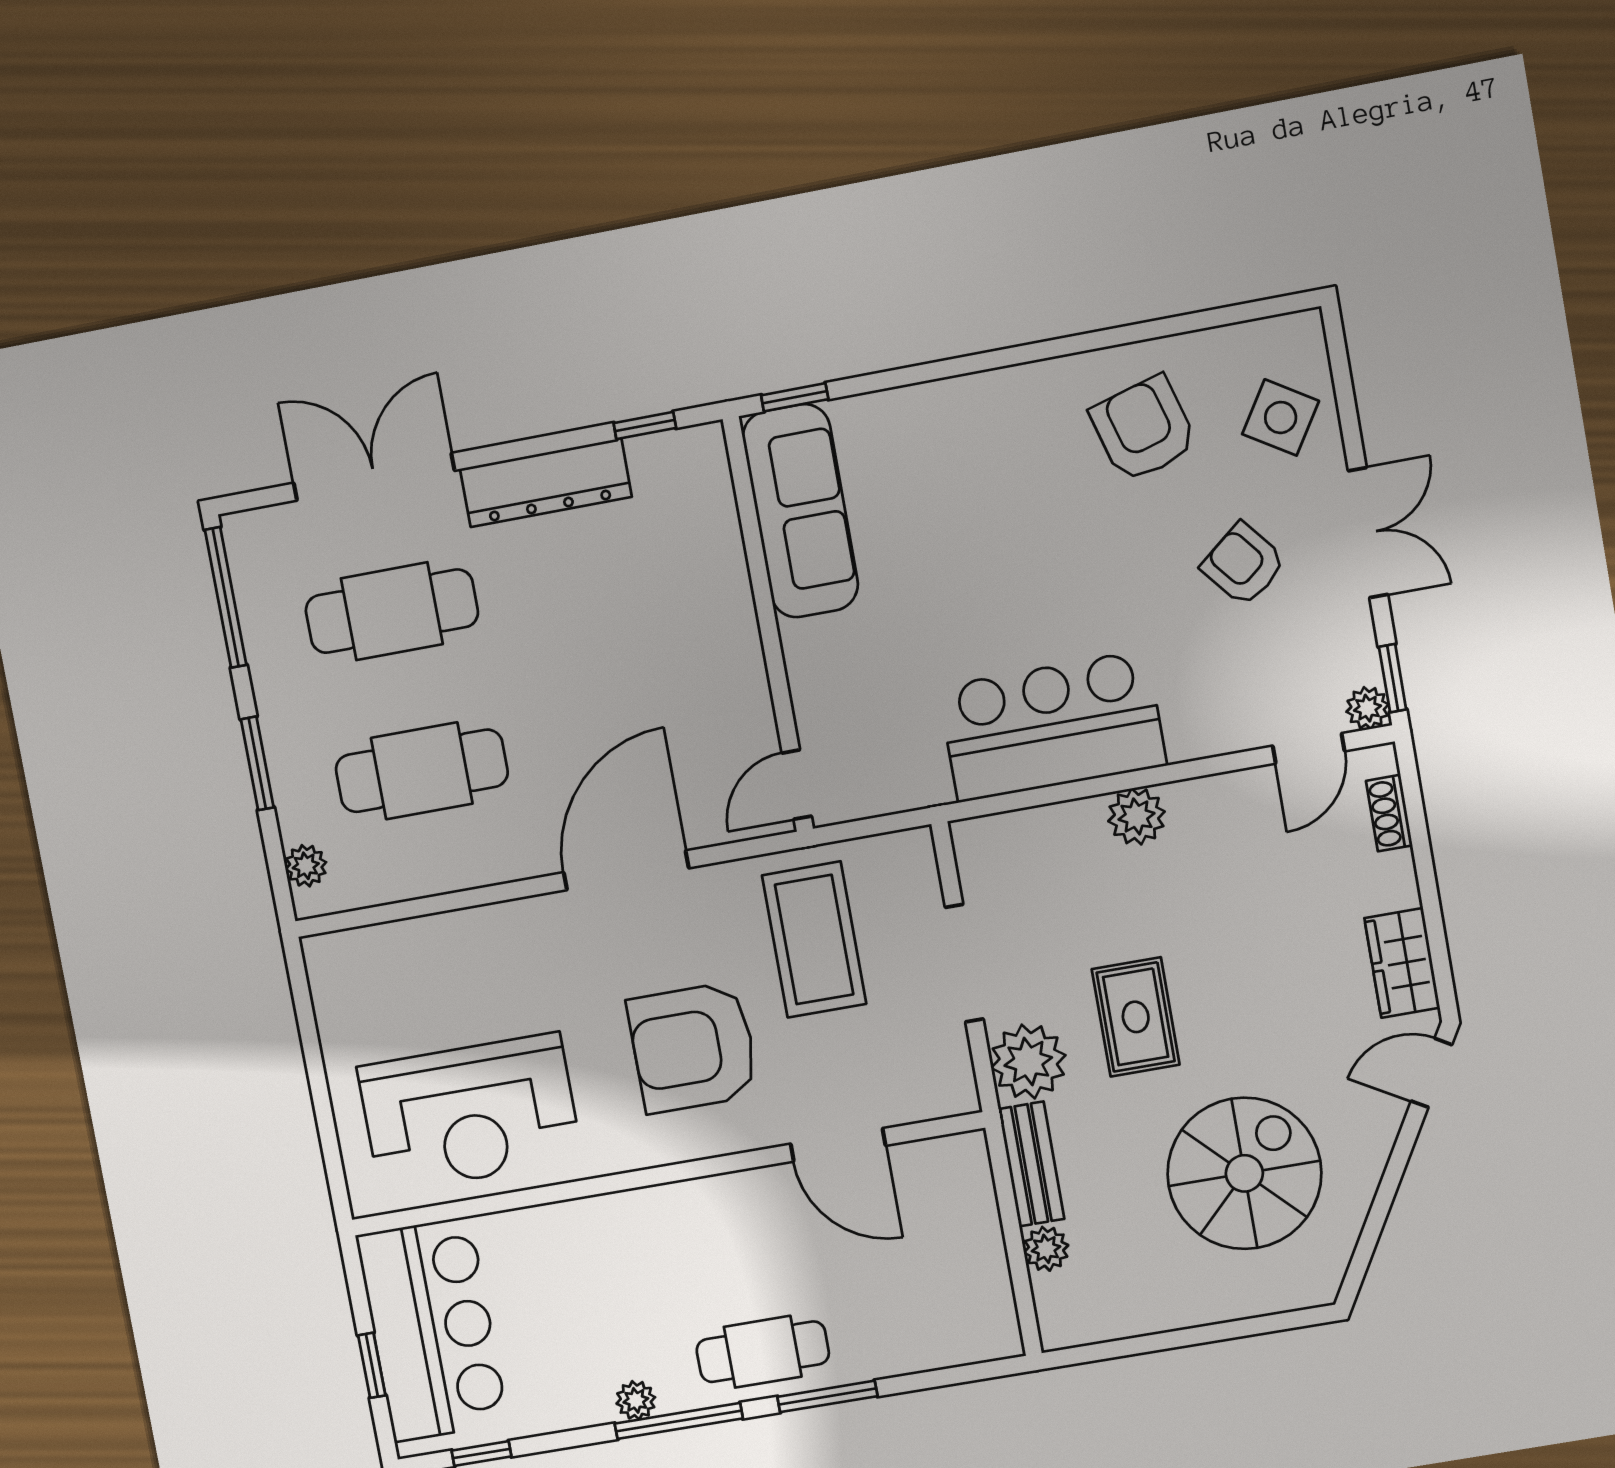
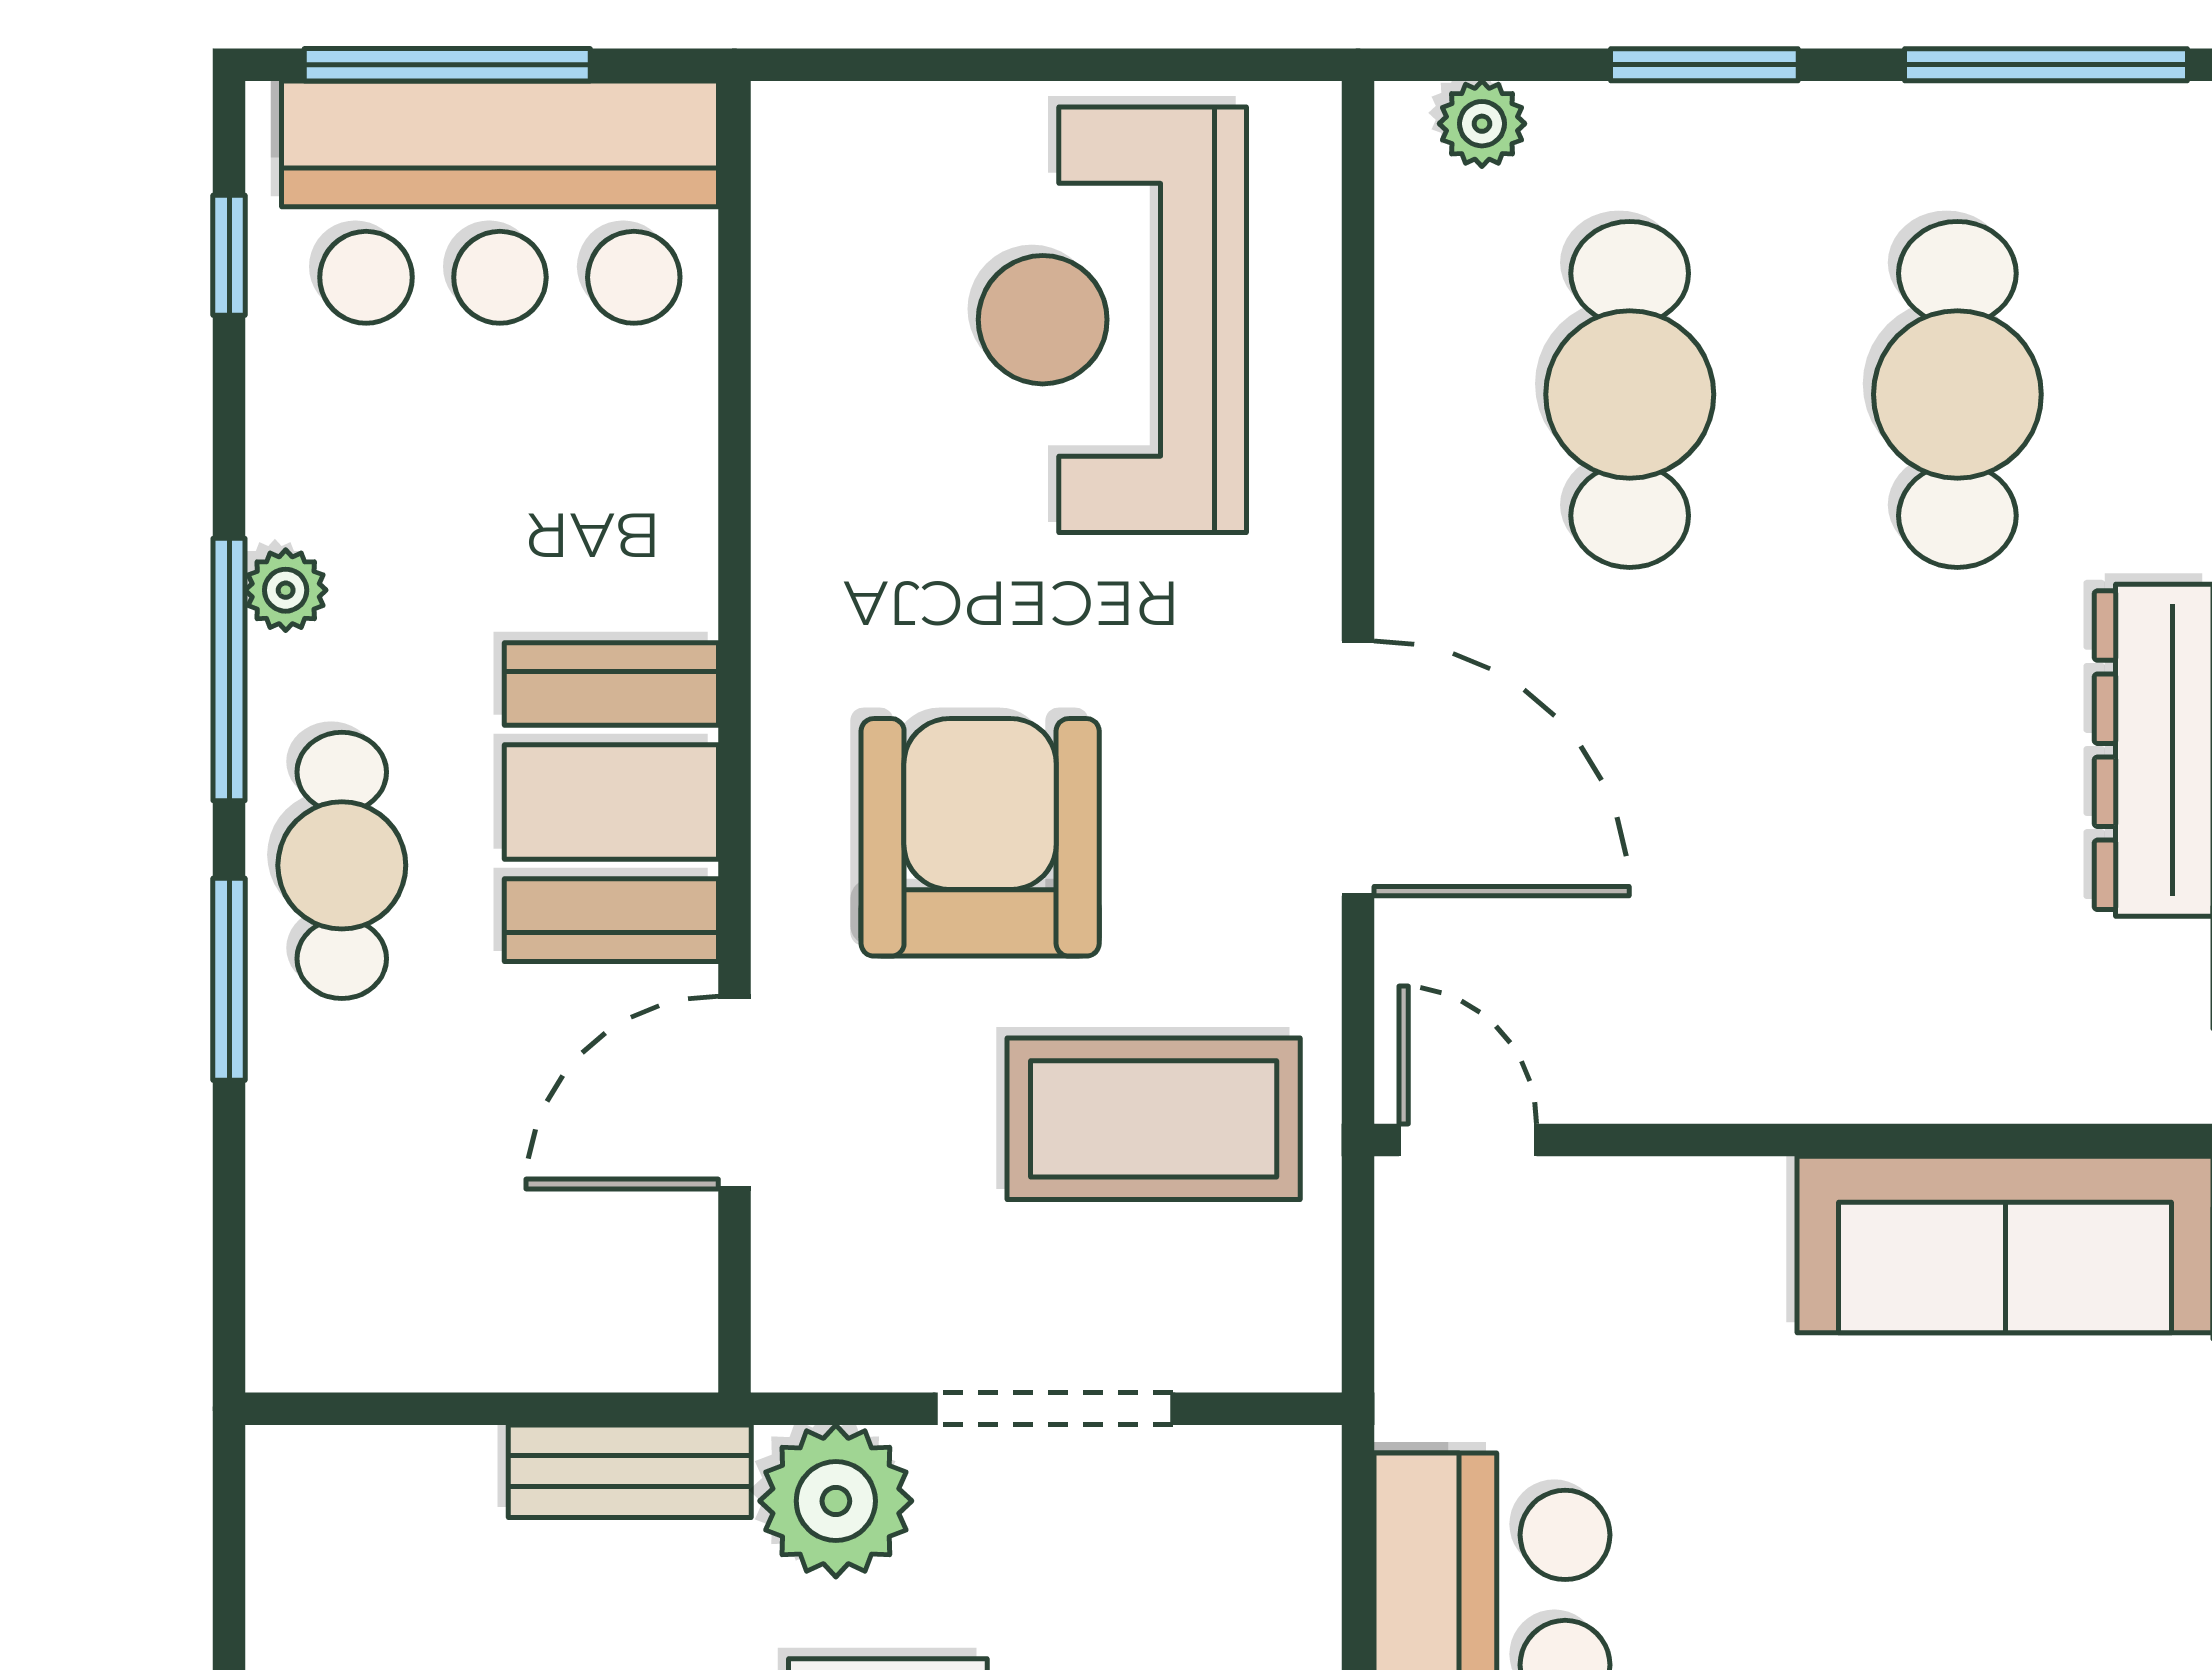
reception desk: (470, 1113) -> (1112, 320), moved
booth: (709, 1228) -> (611, 802), added
plant: (1046, 1249) -> (454, 1470), removed
window: (372, 1365) -> (447, 65), width x2.17

